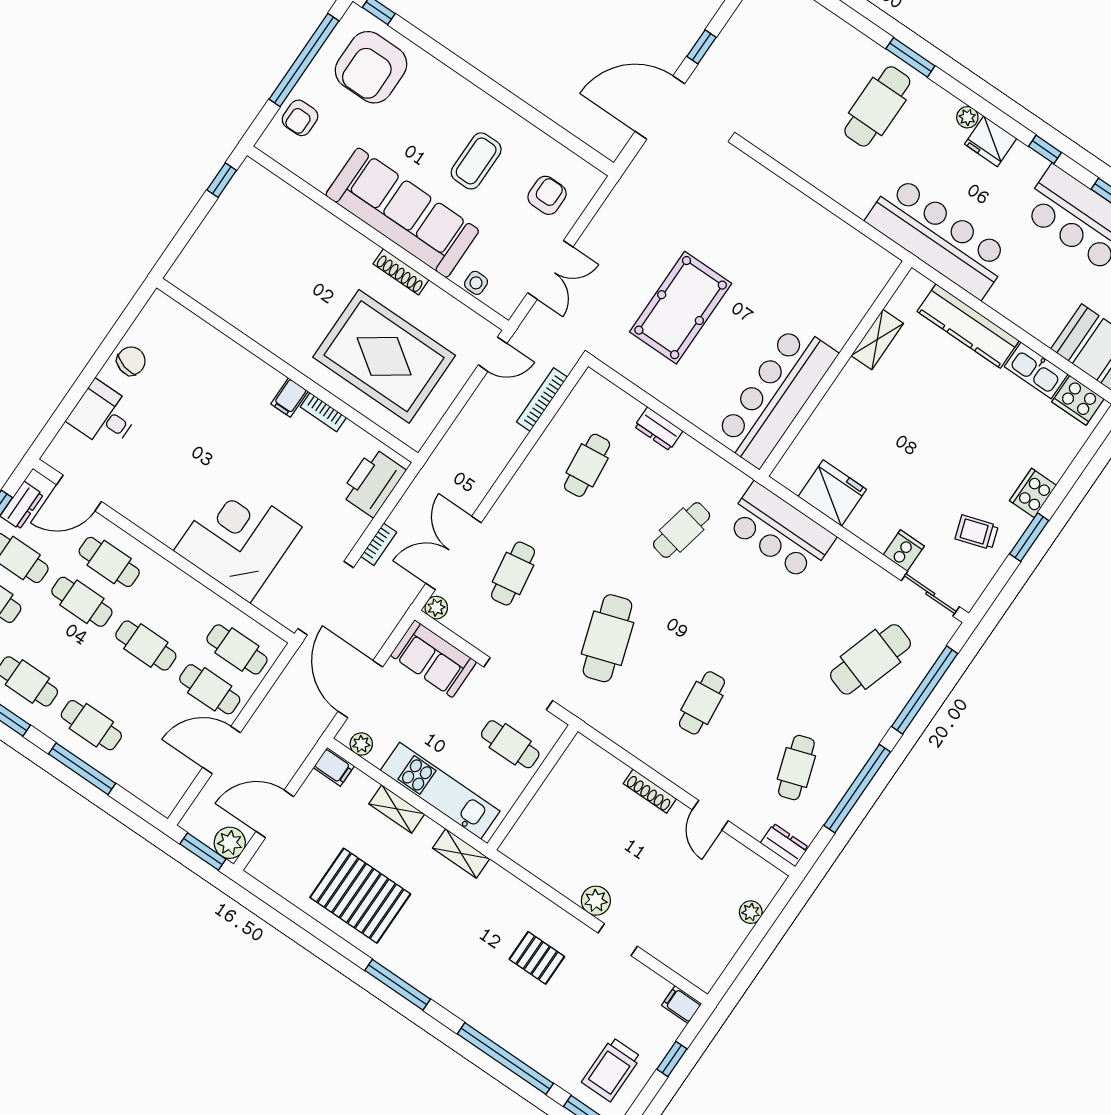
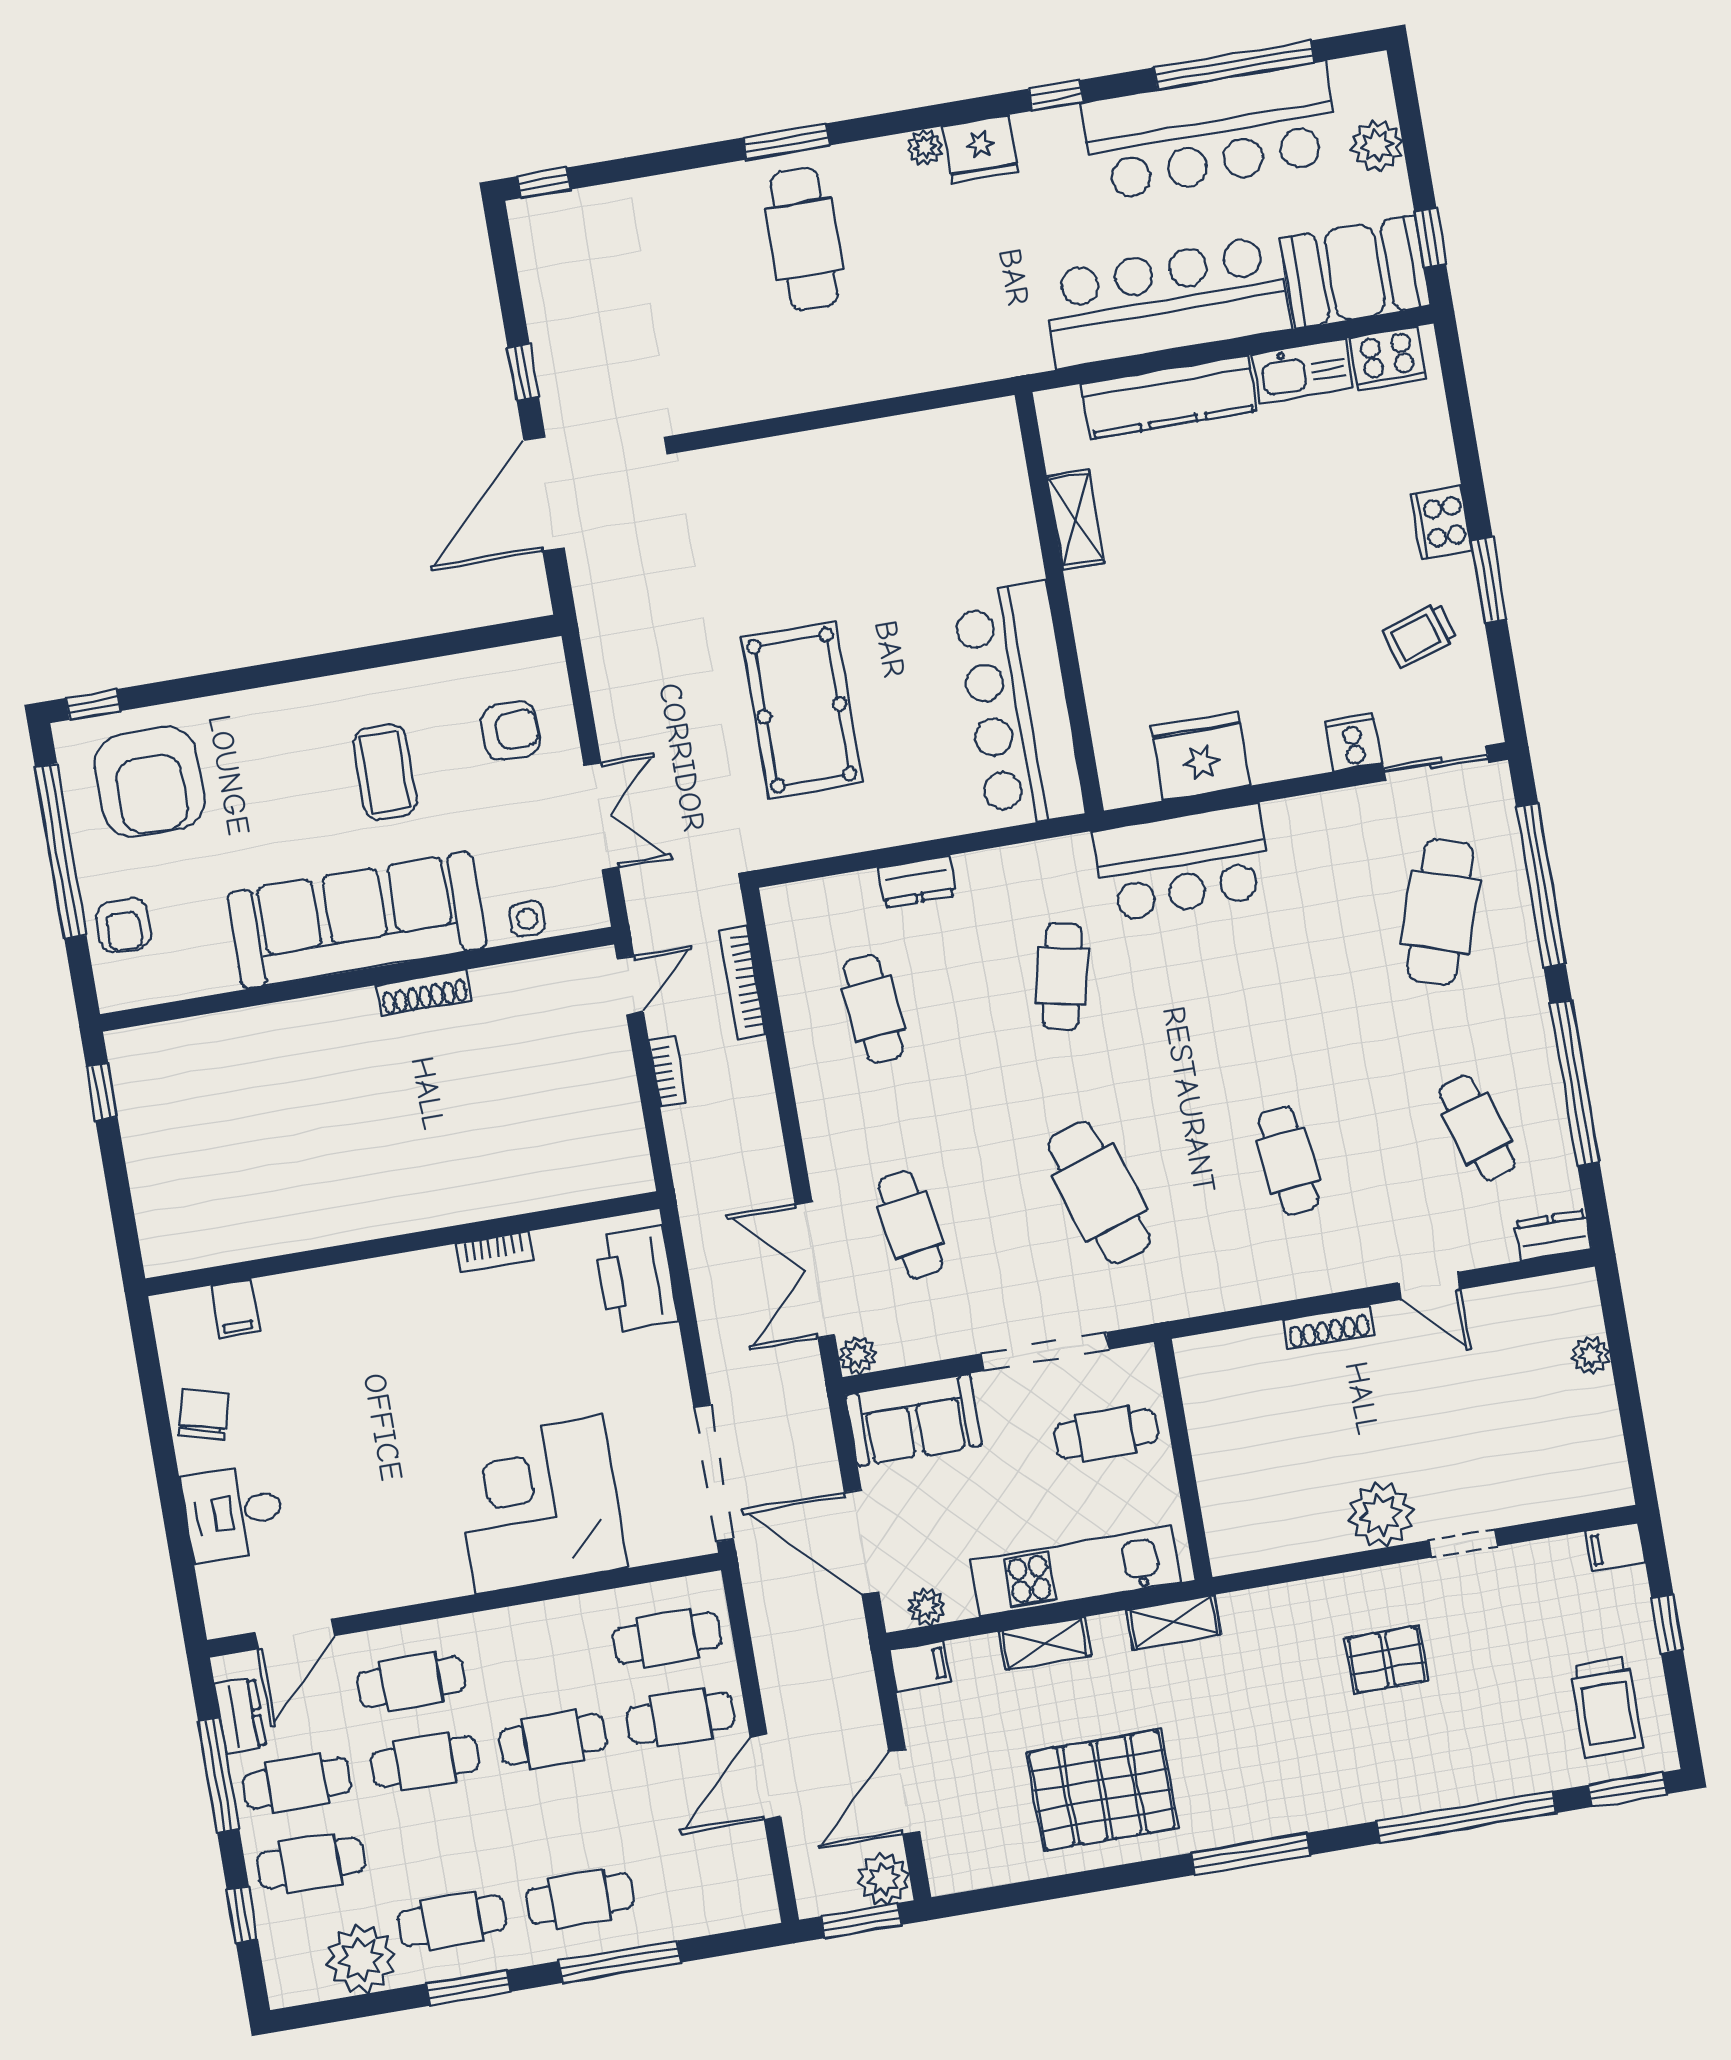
armchair: (547, 195) -> (511, 731), turned 90
bar counter: (939, 237) -> (1166, 302), moved
rug: (384, 356) -> (502, 1114), removed
filing cabinet: (289, 398) -> (235, 1308), moved
bookcase: (379, 544) -> (668, 1072), moved
plant: (596, 901) -> (1381, 1515), width x1.36, depth x1.36

